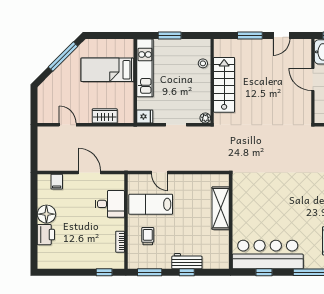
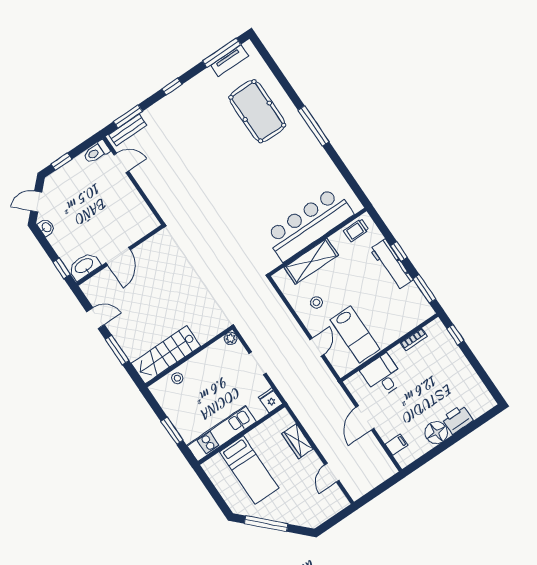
stairs: (224, 85) -> (166, 355), moved
stool: (190, 193) -> (316, 302), added
trolley: (148, 236) -> (356, 230), moved
bar counter: (268, 255) -> (309, 224), moved, turned 90
workbench: (187, 261) -> (391, 264), width x1.38
window: (264, 272) -> (346, 174), removed

